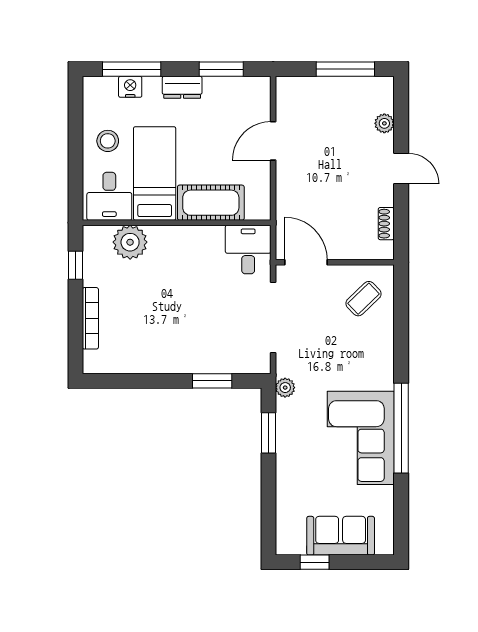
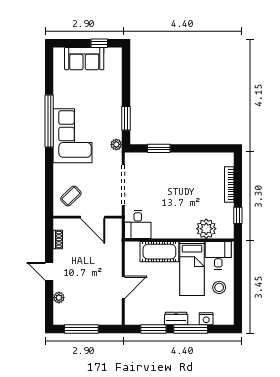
window: (132, 69) -> (191, 329), moved
door: (306, 262) -> (93, 217), moved
corner sofa: (361, 438) -> (73, 136), moved

